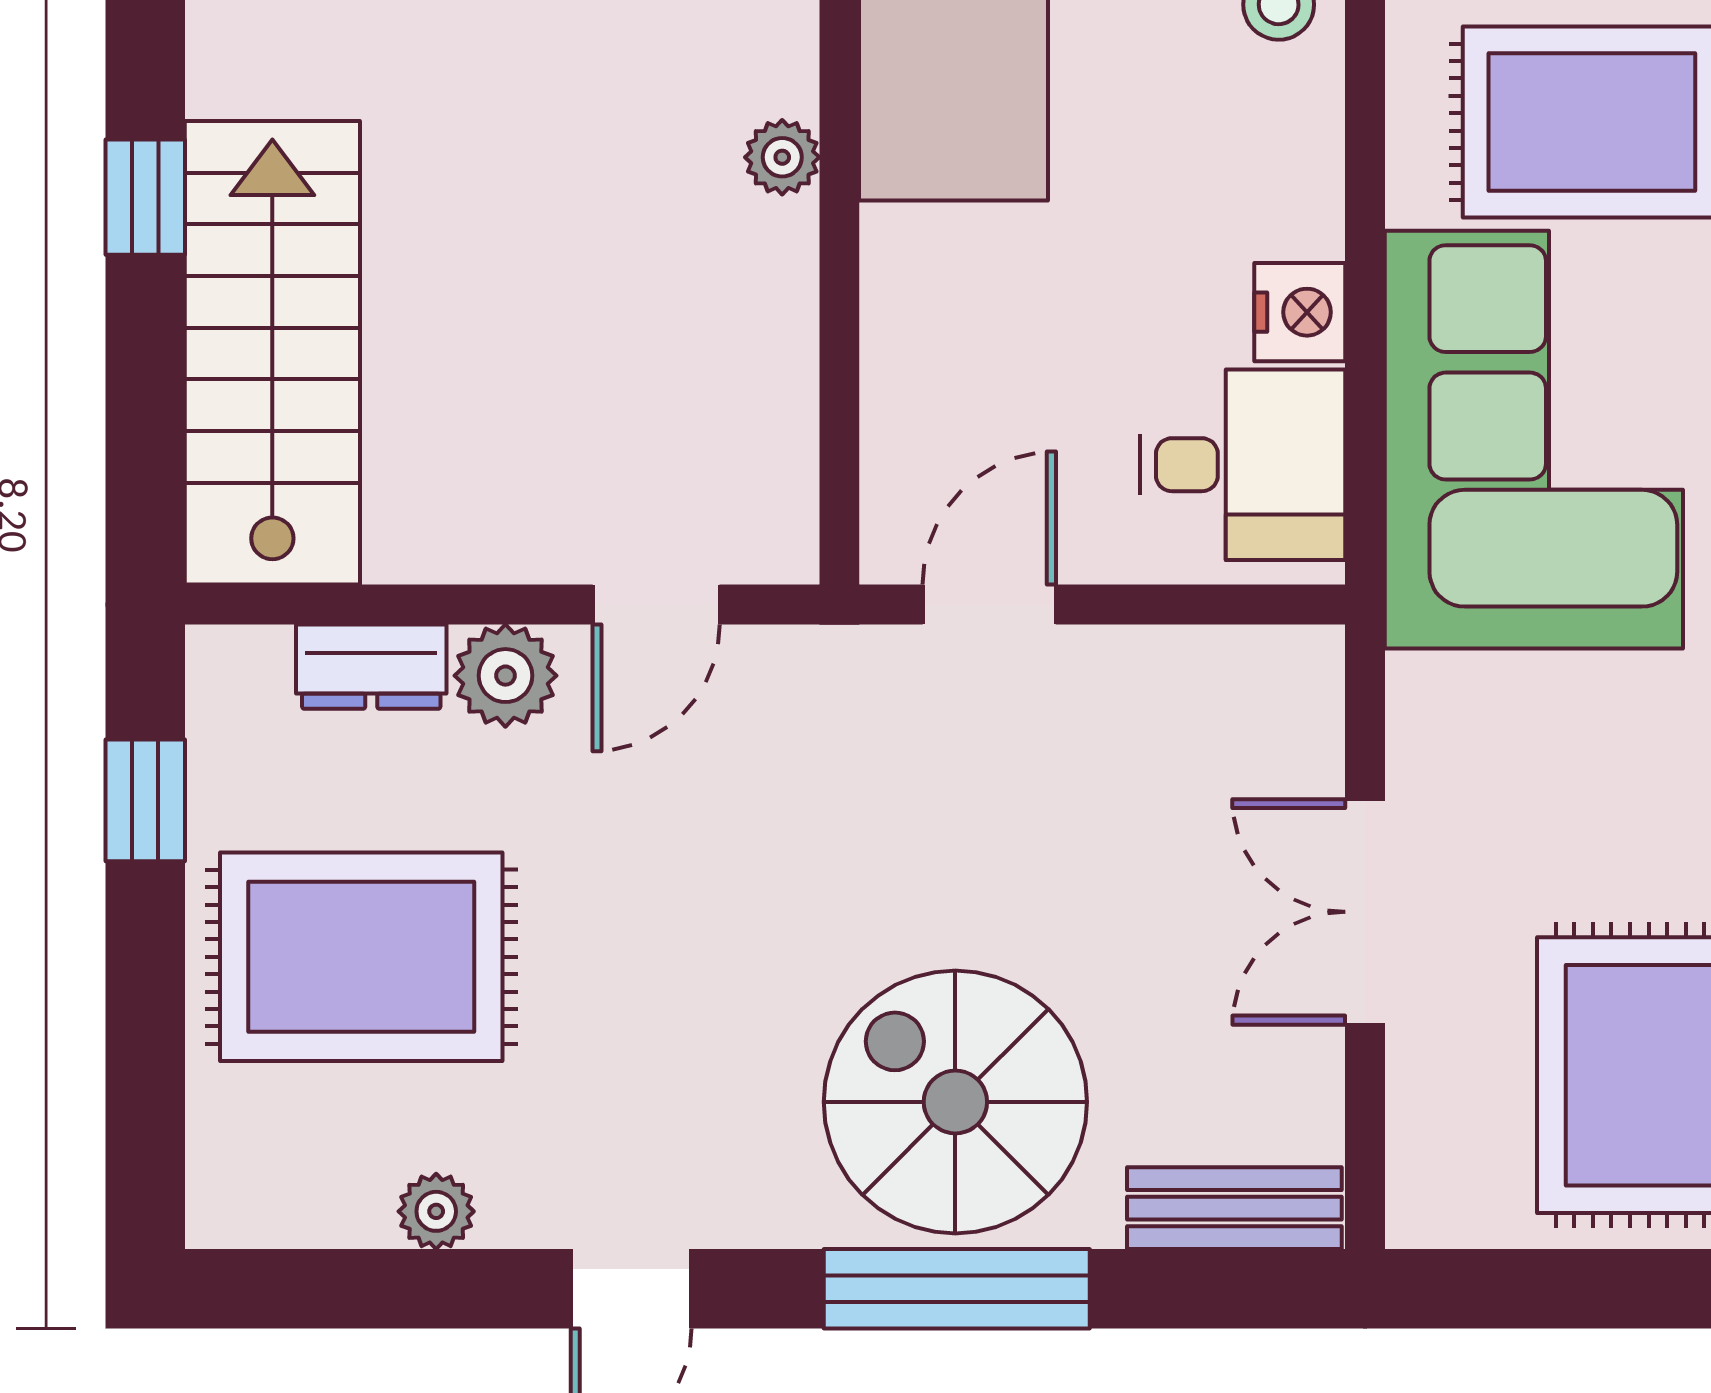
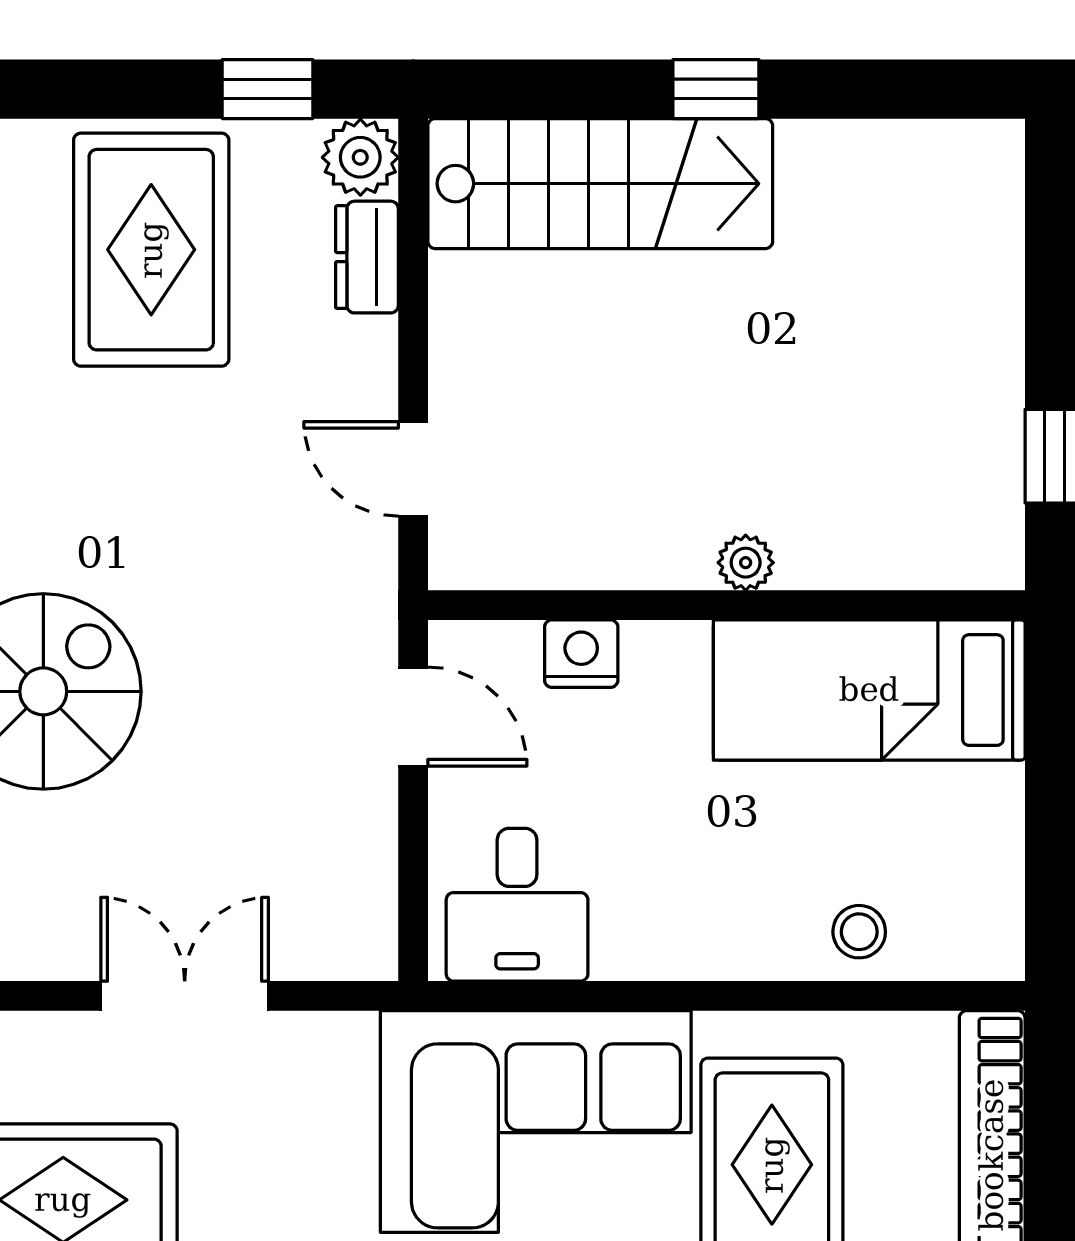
nightstand: (1300, 312) -> (581, 654), moved, turned 180
plant: (505, 676) -> (360, 157), moved

